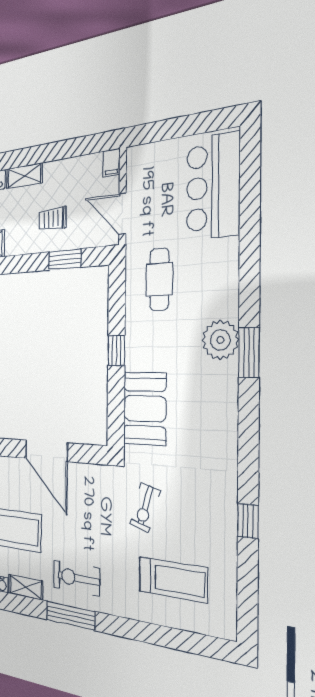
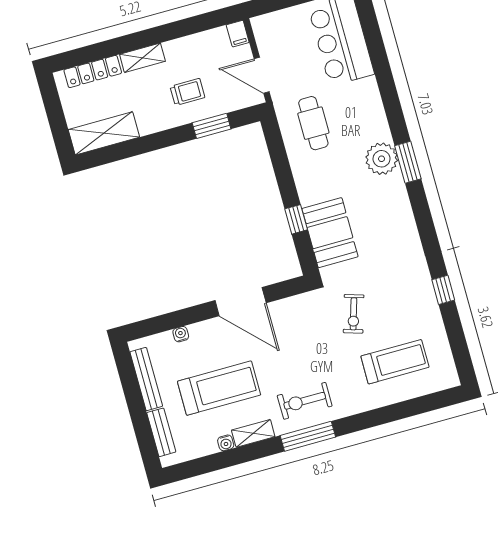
trolley: (53, 219) -> (187, 92), turned 180
window: (116, 350) -> (296, 219), moved

